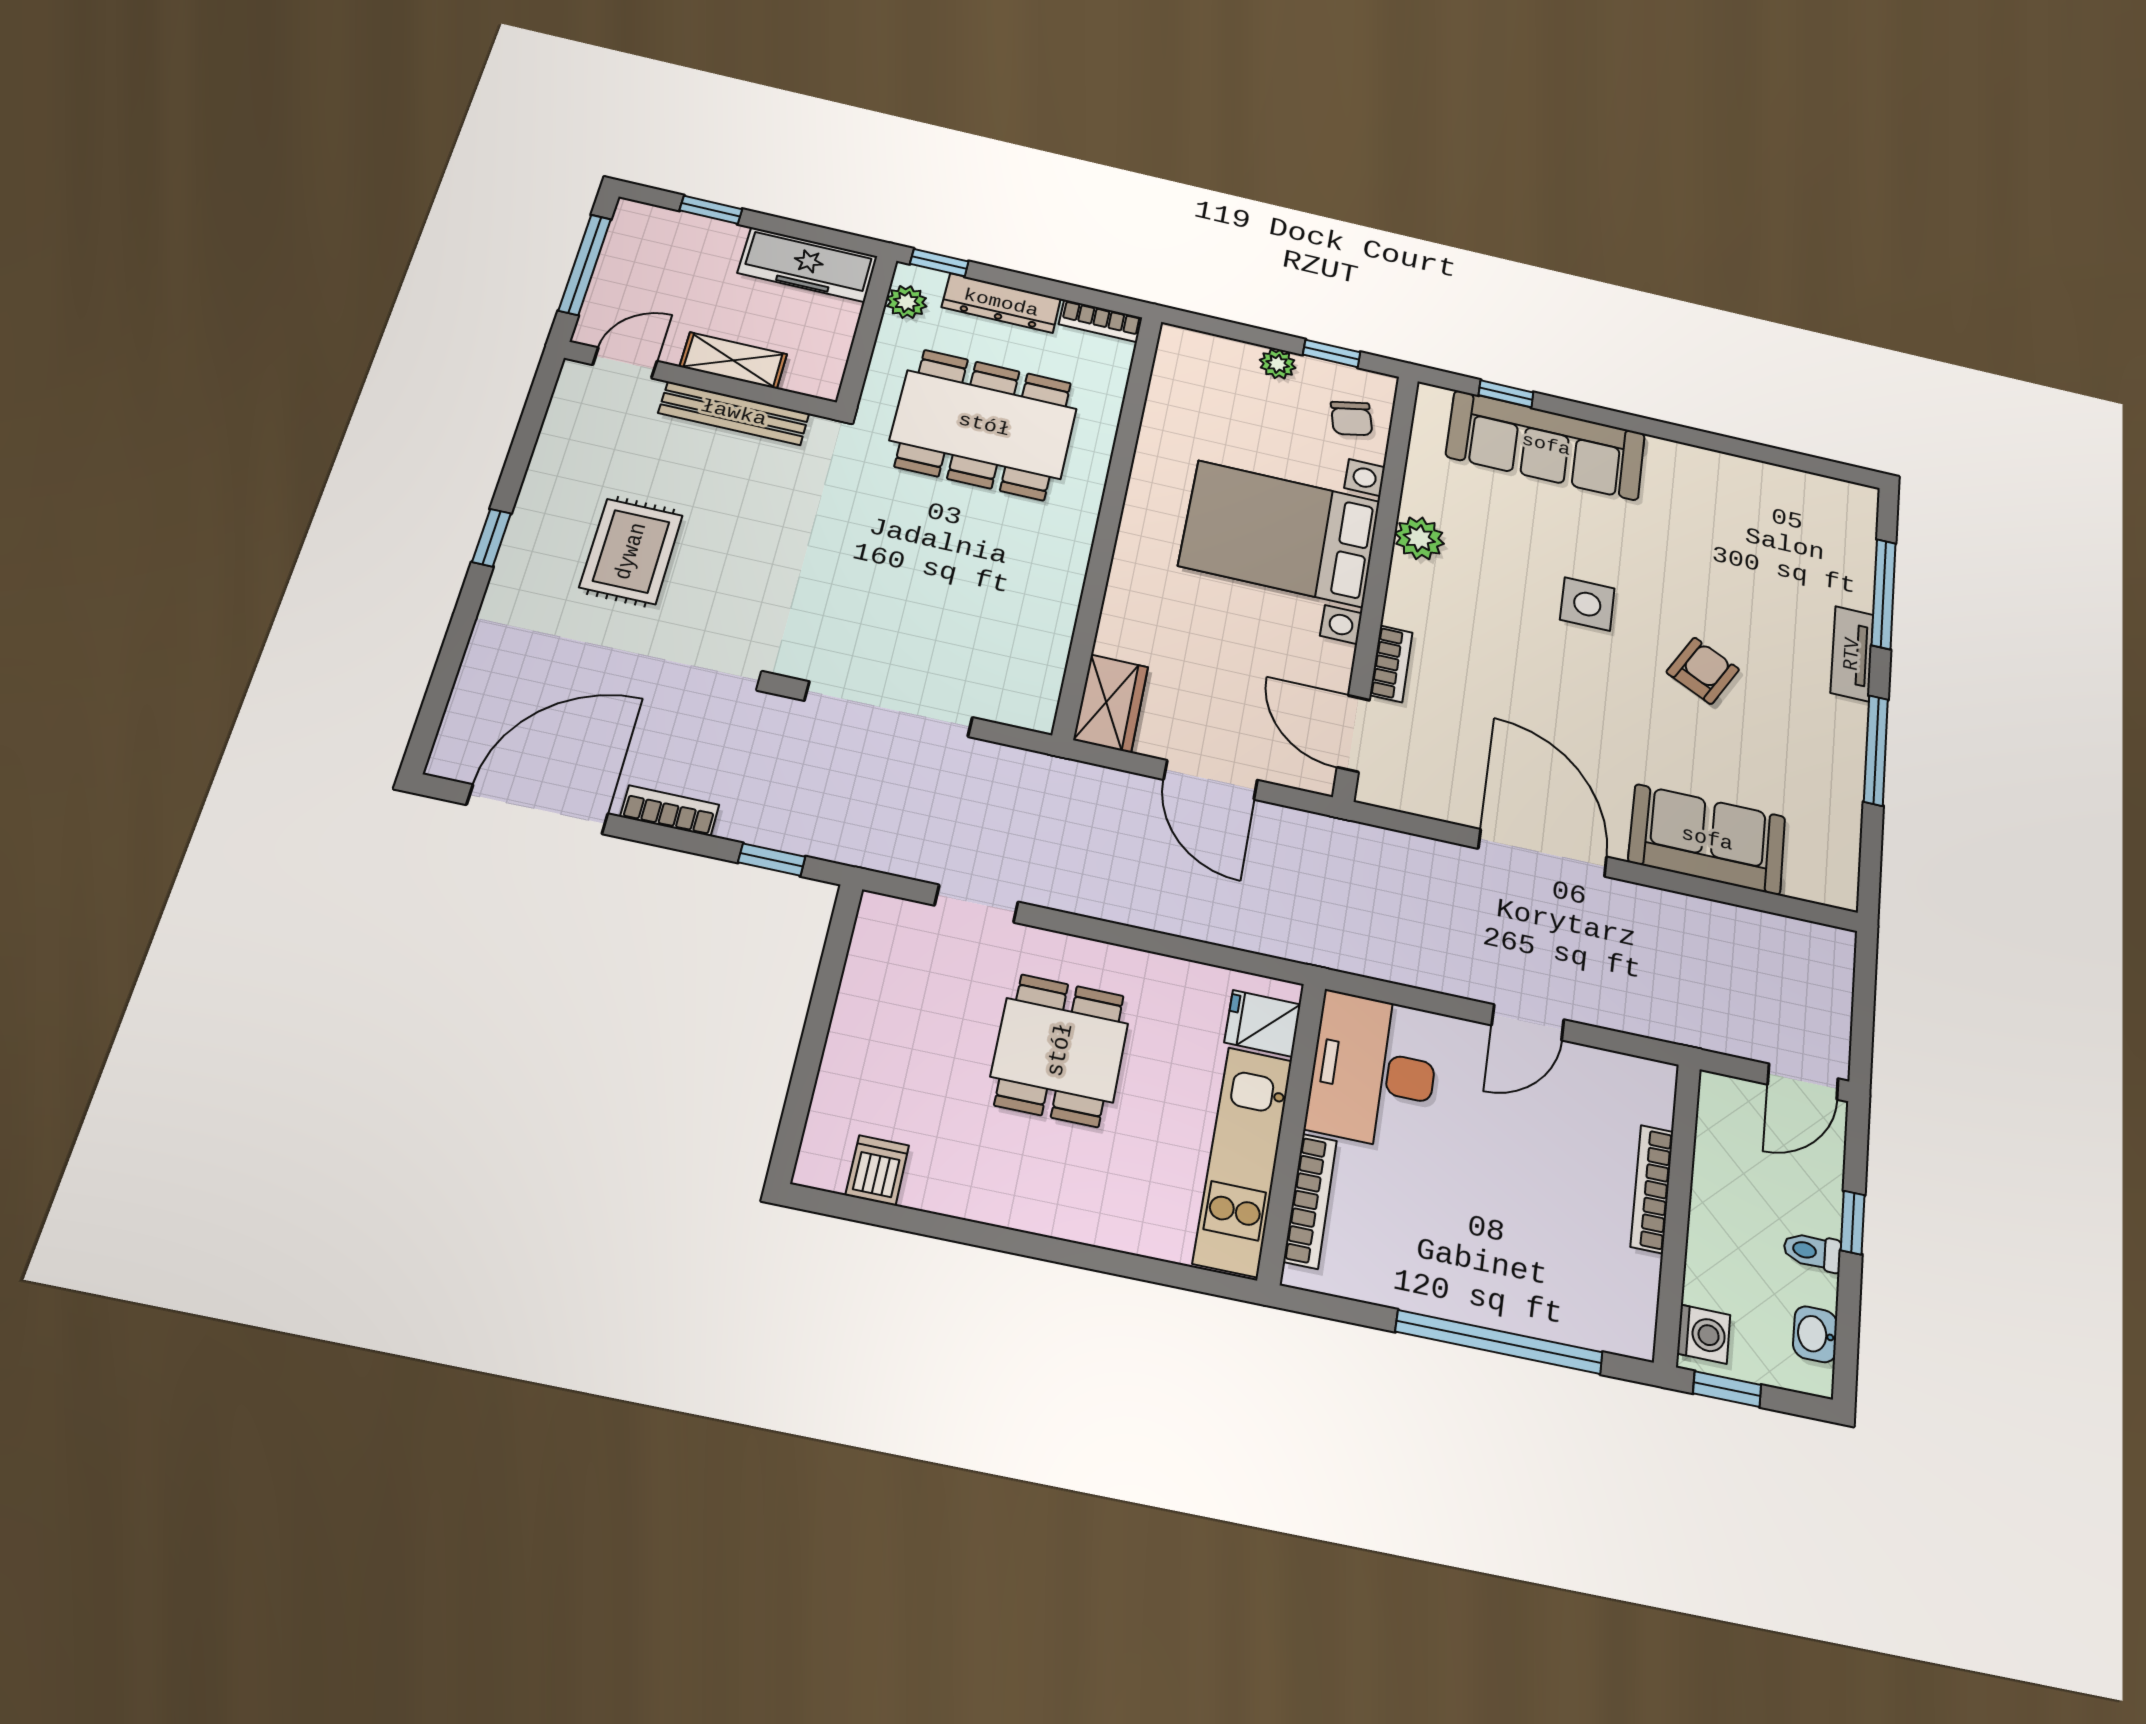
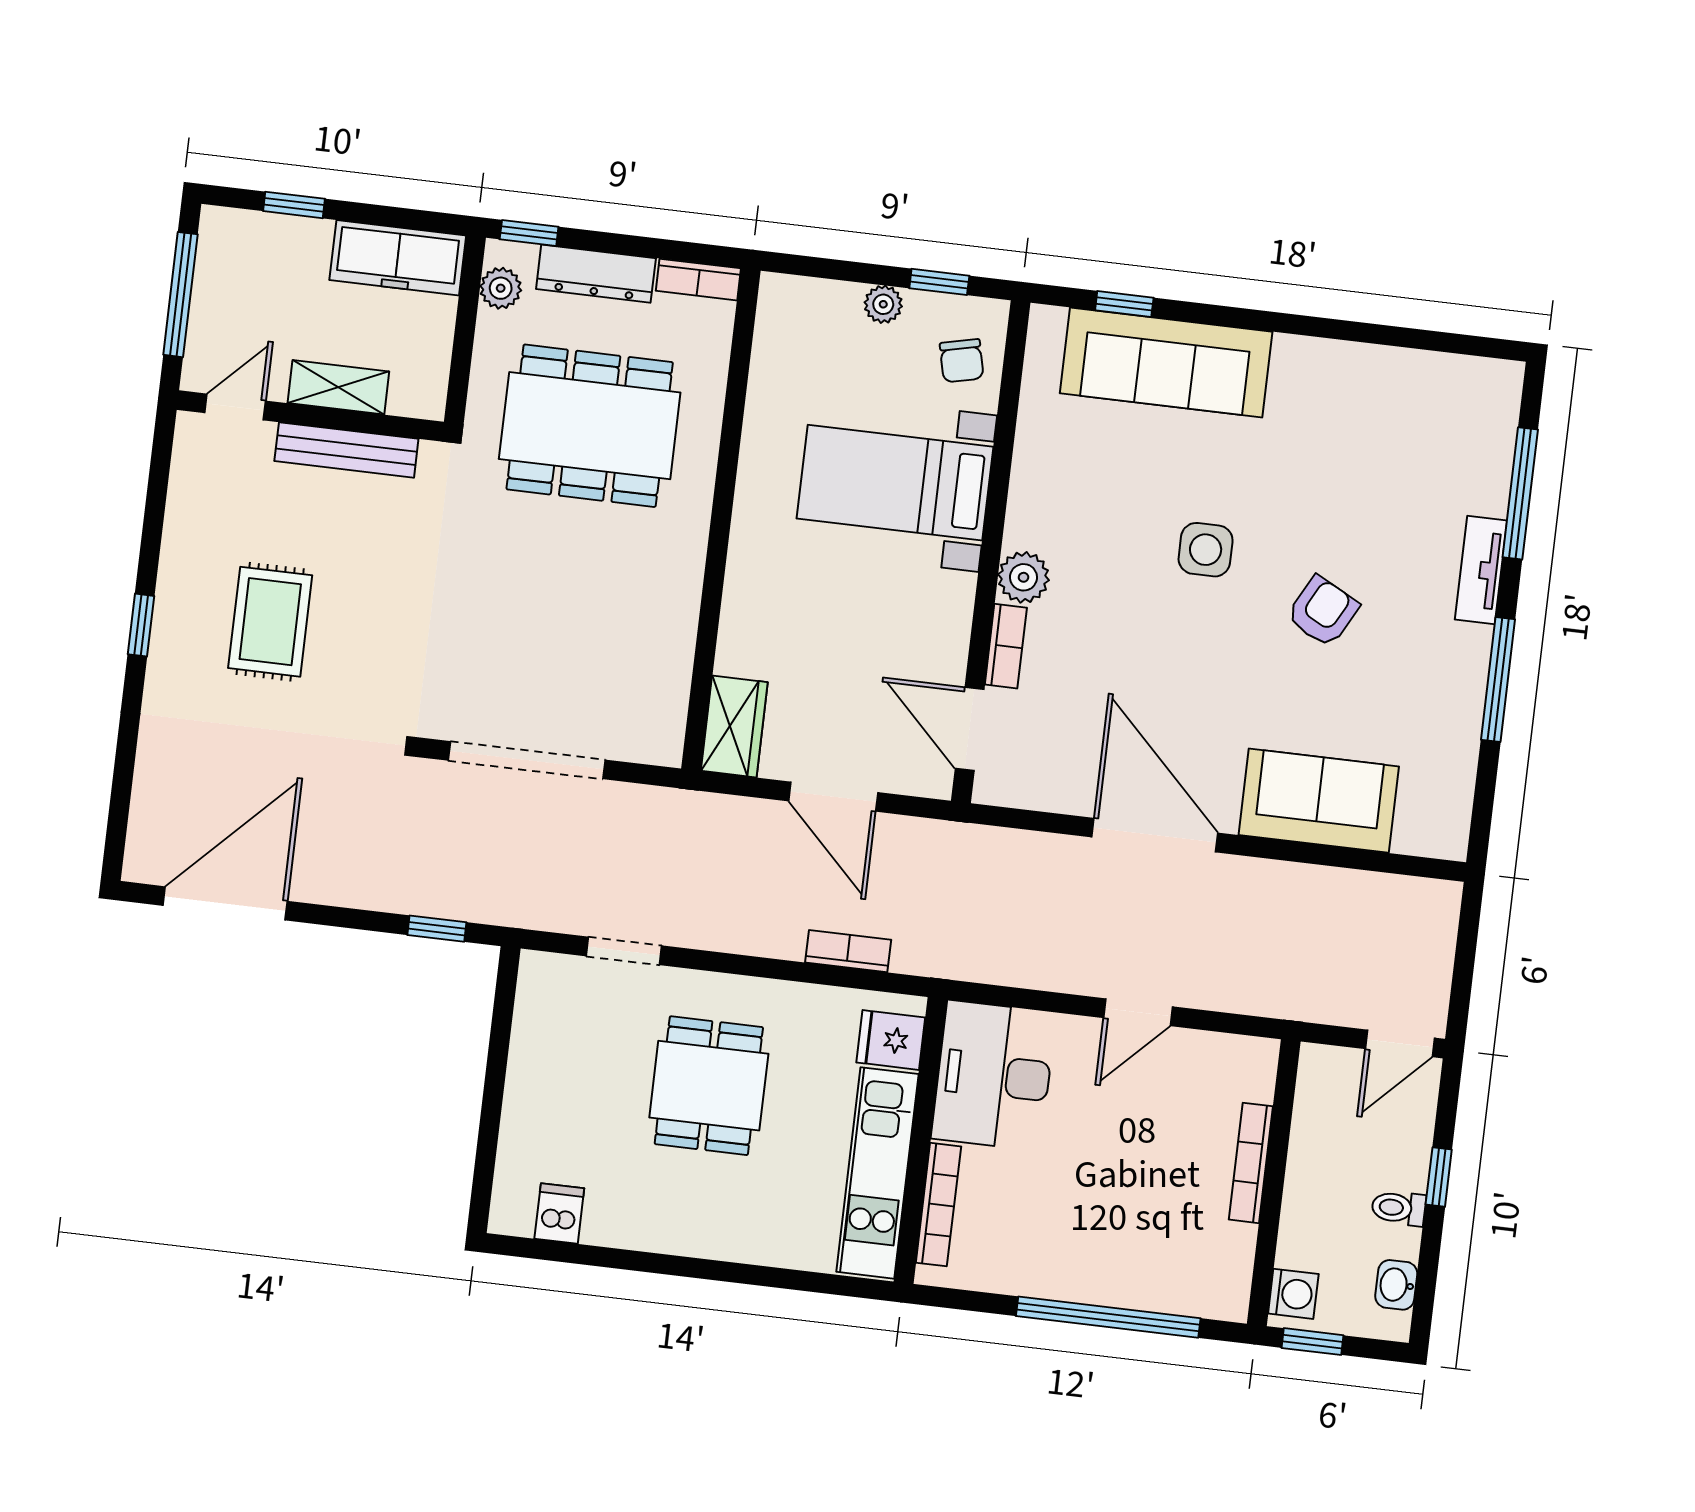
bed with nightstands: (1280, 533) -> (895, 483), width x0.73
plant: (1419, 538) -> (1024, 577), moved
bookcase: (670, 811) -> (848, 951), moved

